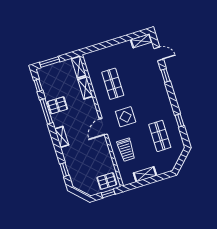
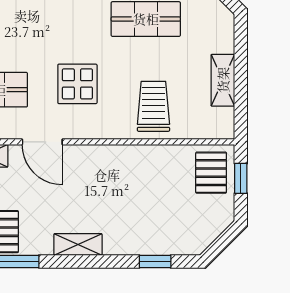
door: (103, 127) -> (42, 142), moved
trolley: (126, 150) -> (153, 106), turned -90

